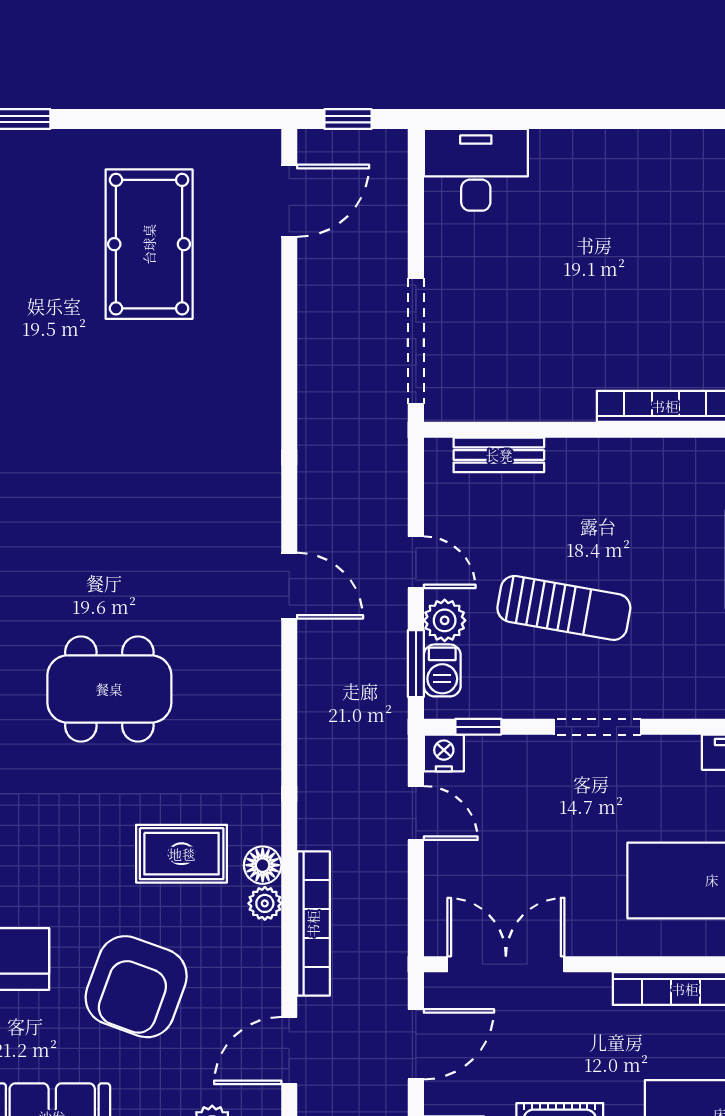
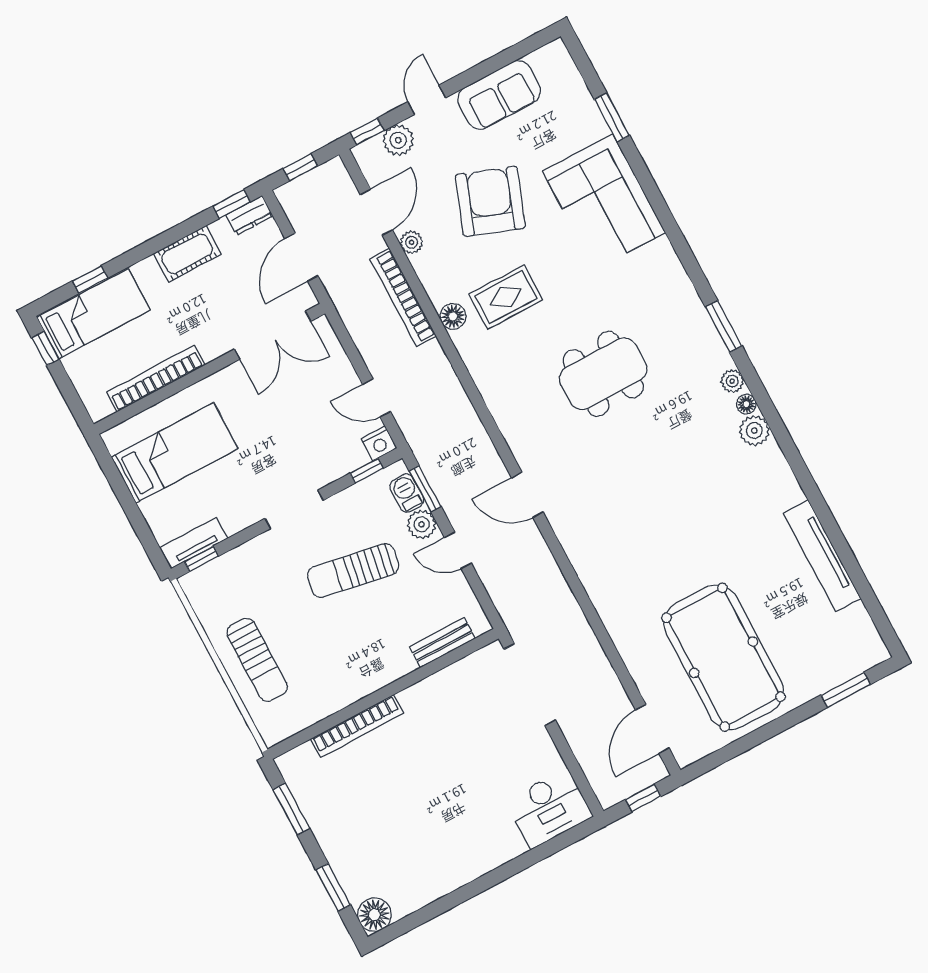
pool table: (149, 244) -> (724, 657), width x1.36, depth x1.32
plant: (265, 903) -> (412, 242), moved

